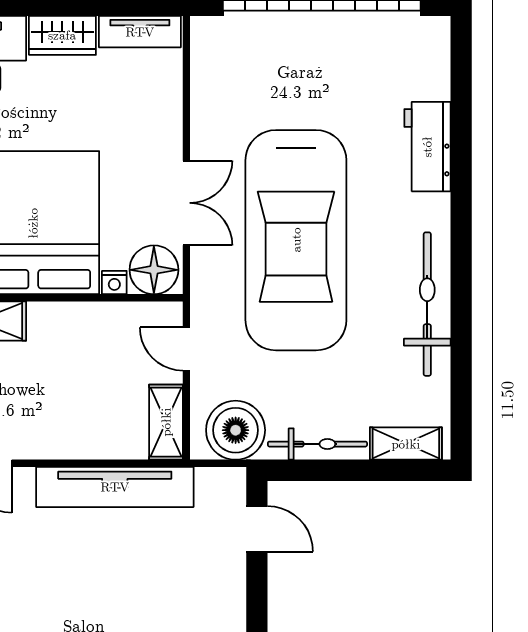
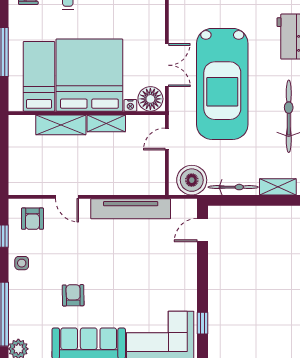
door: (186, 349) -> (167, 139), hinge flipped
shelving: (166, 422) -> (106, 123), moved, turned 90
door: (257, 529) -> (203, 230), swing flipped

